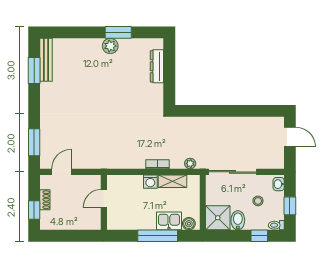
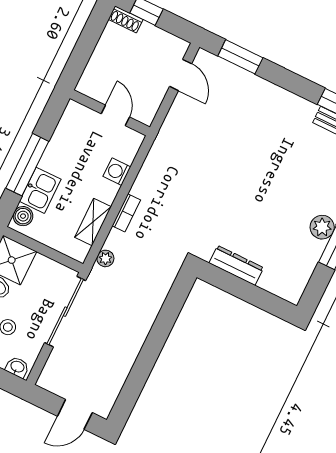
dresser: (157, 66) -> (236, 265), moved
washing machine: (150, 182) -> (117, 172), moved
shoe rack: (45, 200) -> (126, 19), moved

